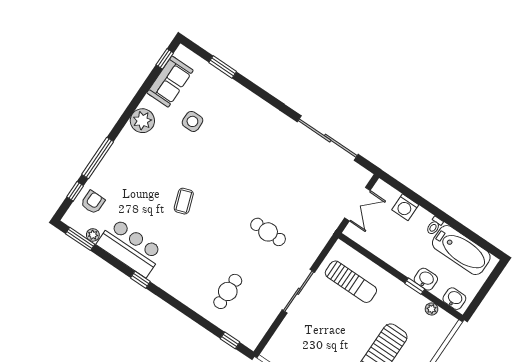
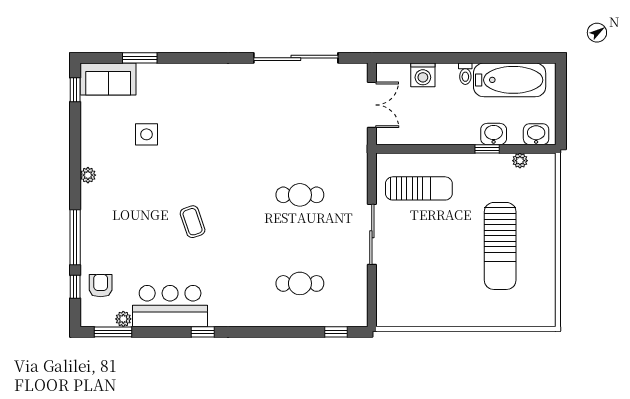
sofa: (170, 82) -> (108, 79), moved, turned 90
plant: (142, 121) -> (88, 175), width x0.53, depth x0.53
cafe table: (228, 291) -> (300, 283), turned 90

